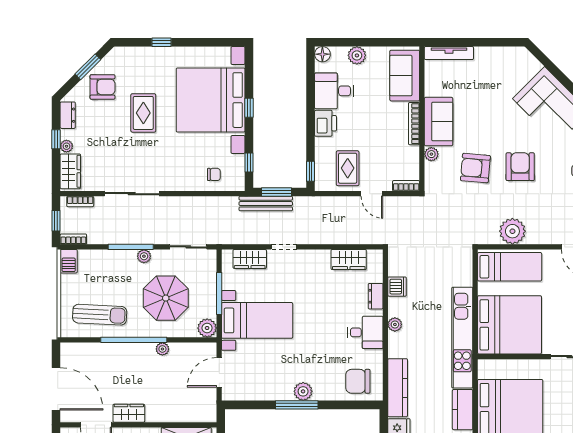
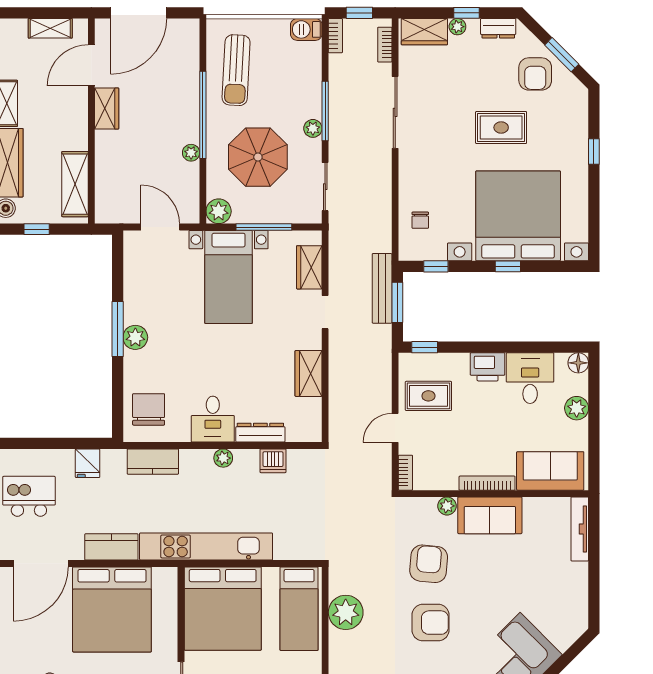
wardrobe: (349, 260) -> (309, 373), moved
dresser: (376, 296) -> (260, 433), width x1.44
kitchen counter: (398, 388) -> (153, 462), width x0.67

